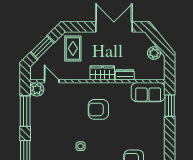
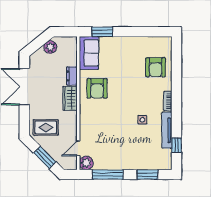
armchair: (98, 109) -> (97, 88), moved

